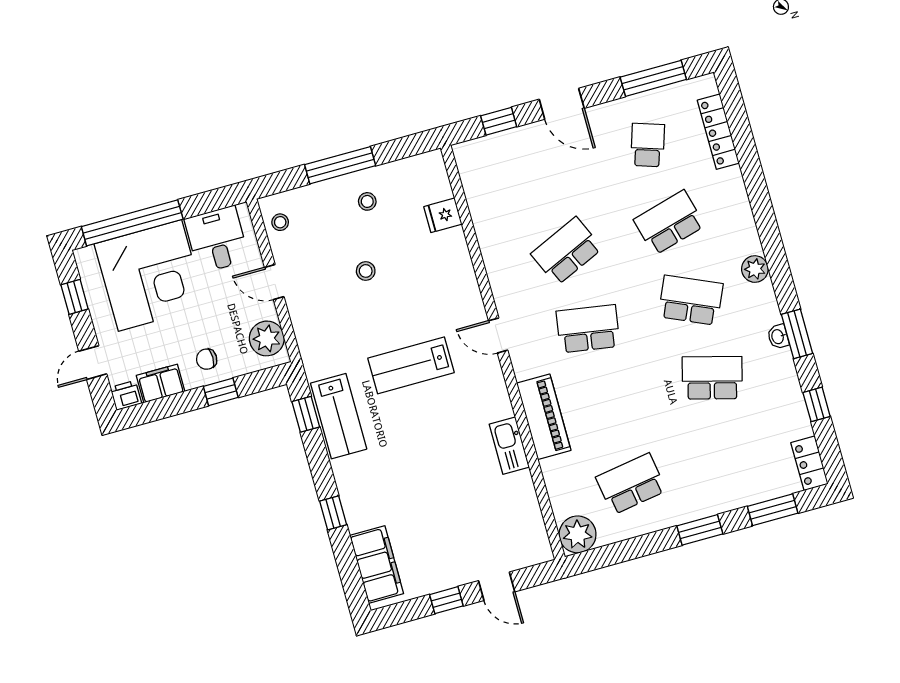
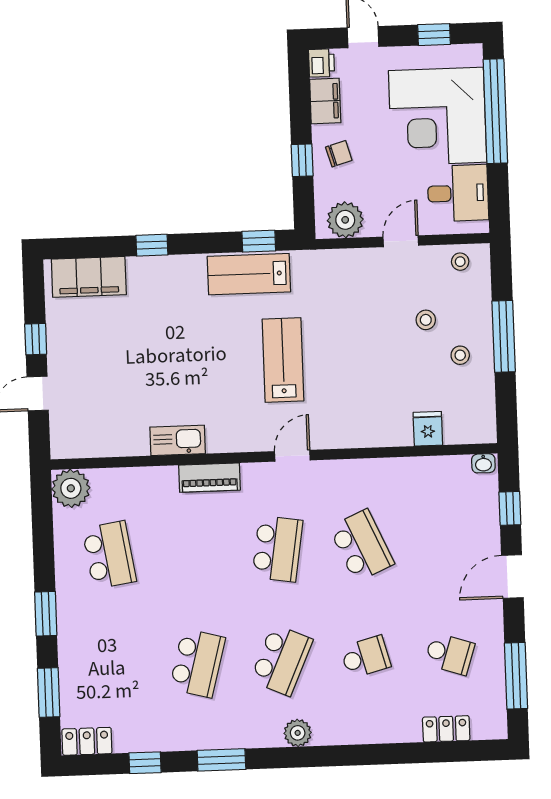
locker: (718, 132) -> (446, 729), width x0.66
school desk: (669, 223) -> (366, 657), width x0.54
stool: (366, 271) -> (426, 320), moved
washbasin: (778, 337) -> (483, 463), moved, turned 180
chair: (207, 359) -> (339, 154), turned 74
piano: (544, 417) -> (209, 478), width x0.73, depth x0.75

